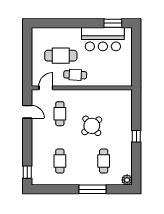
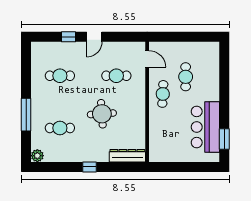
cafe table: (61, 56) -> (186, 77), width x0.73, depth x0.74
dresser: (127, 104) -> (127, 156), added
door: (27, 112) -> (94, 37), moved
round table: (92, 126) -> (102, 114), turned 37
window: (27, 172) -> (69, 37), moved

